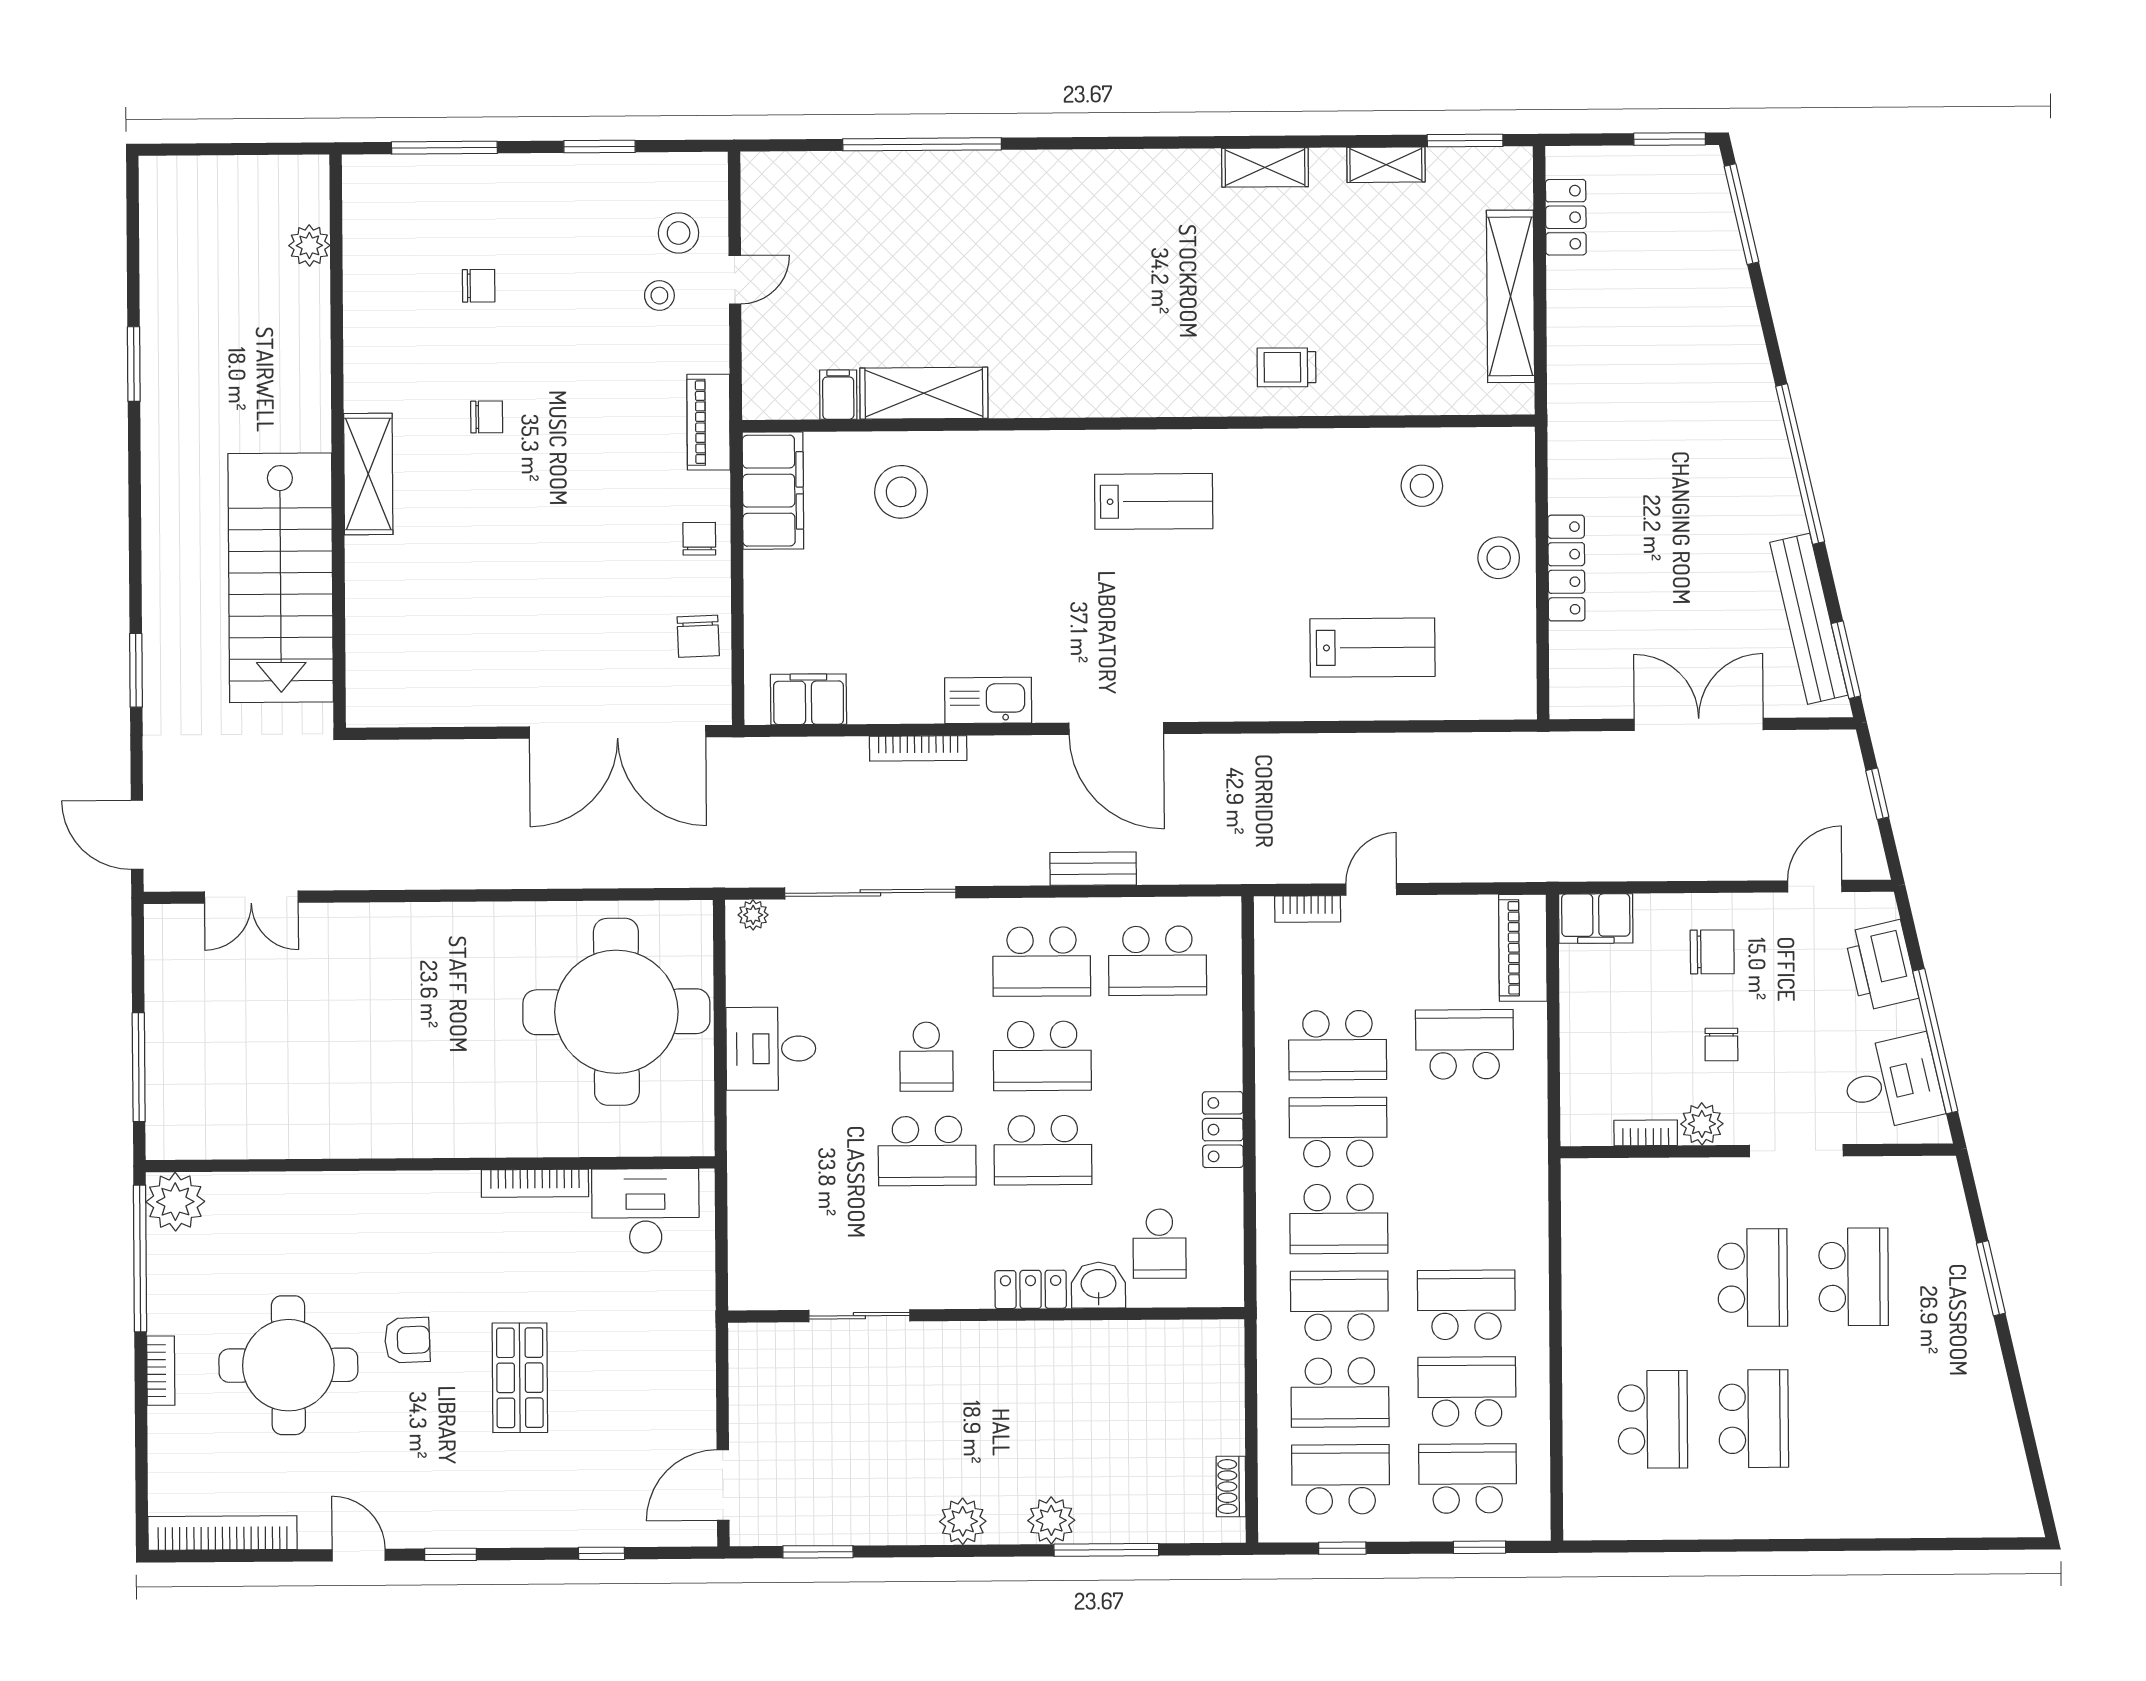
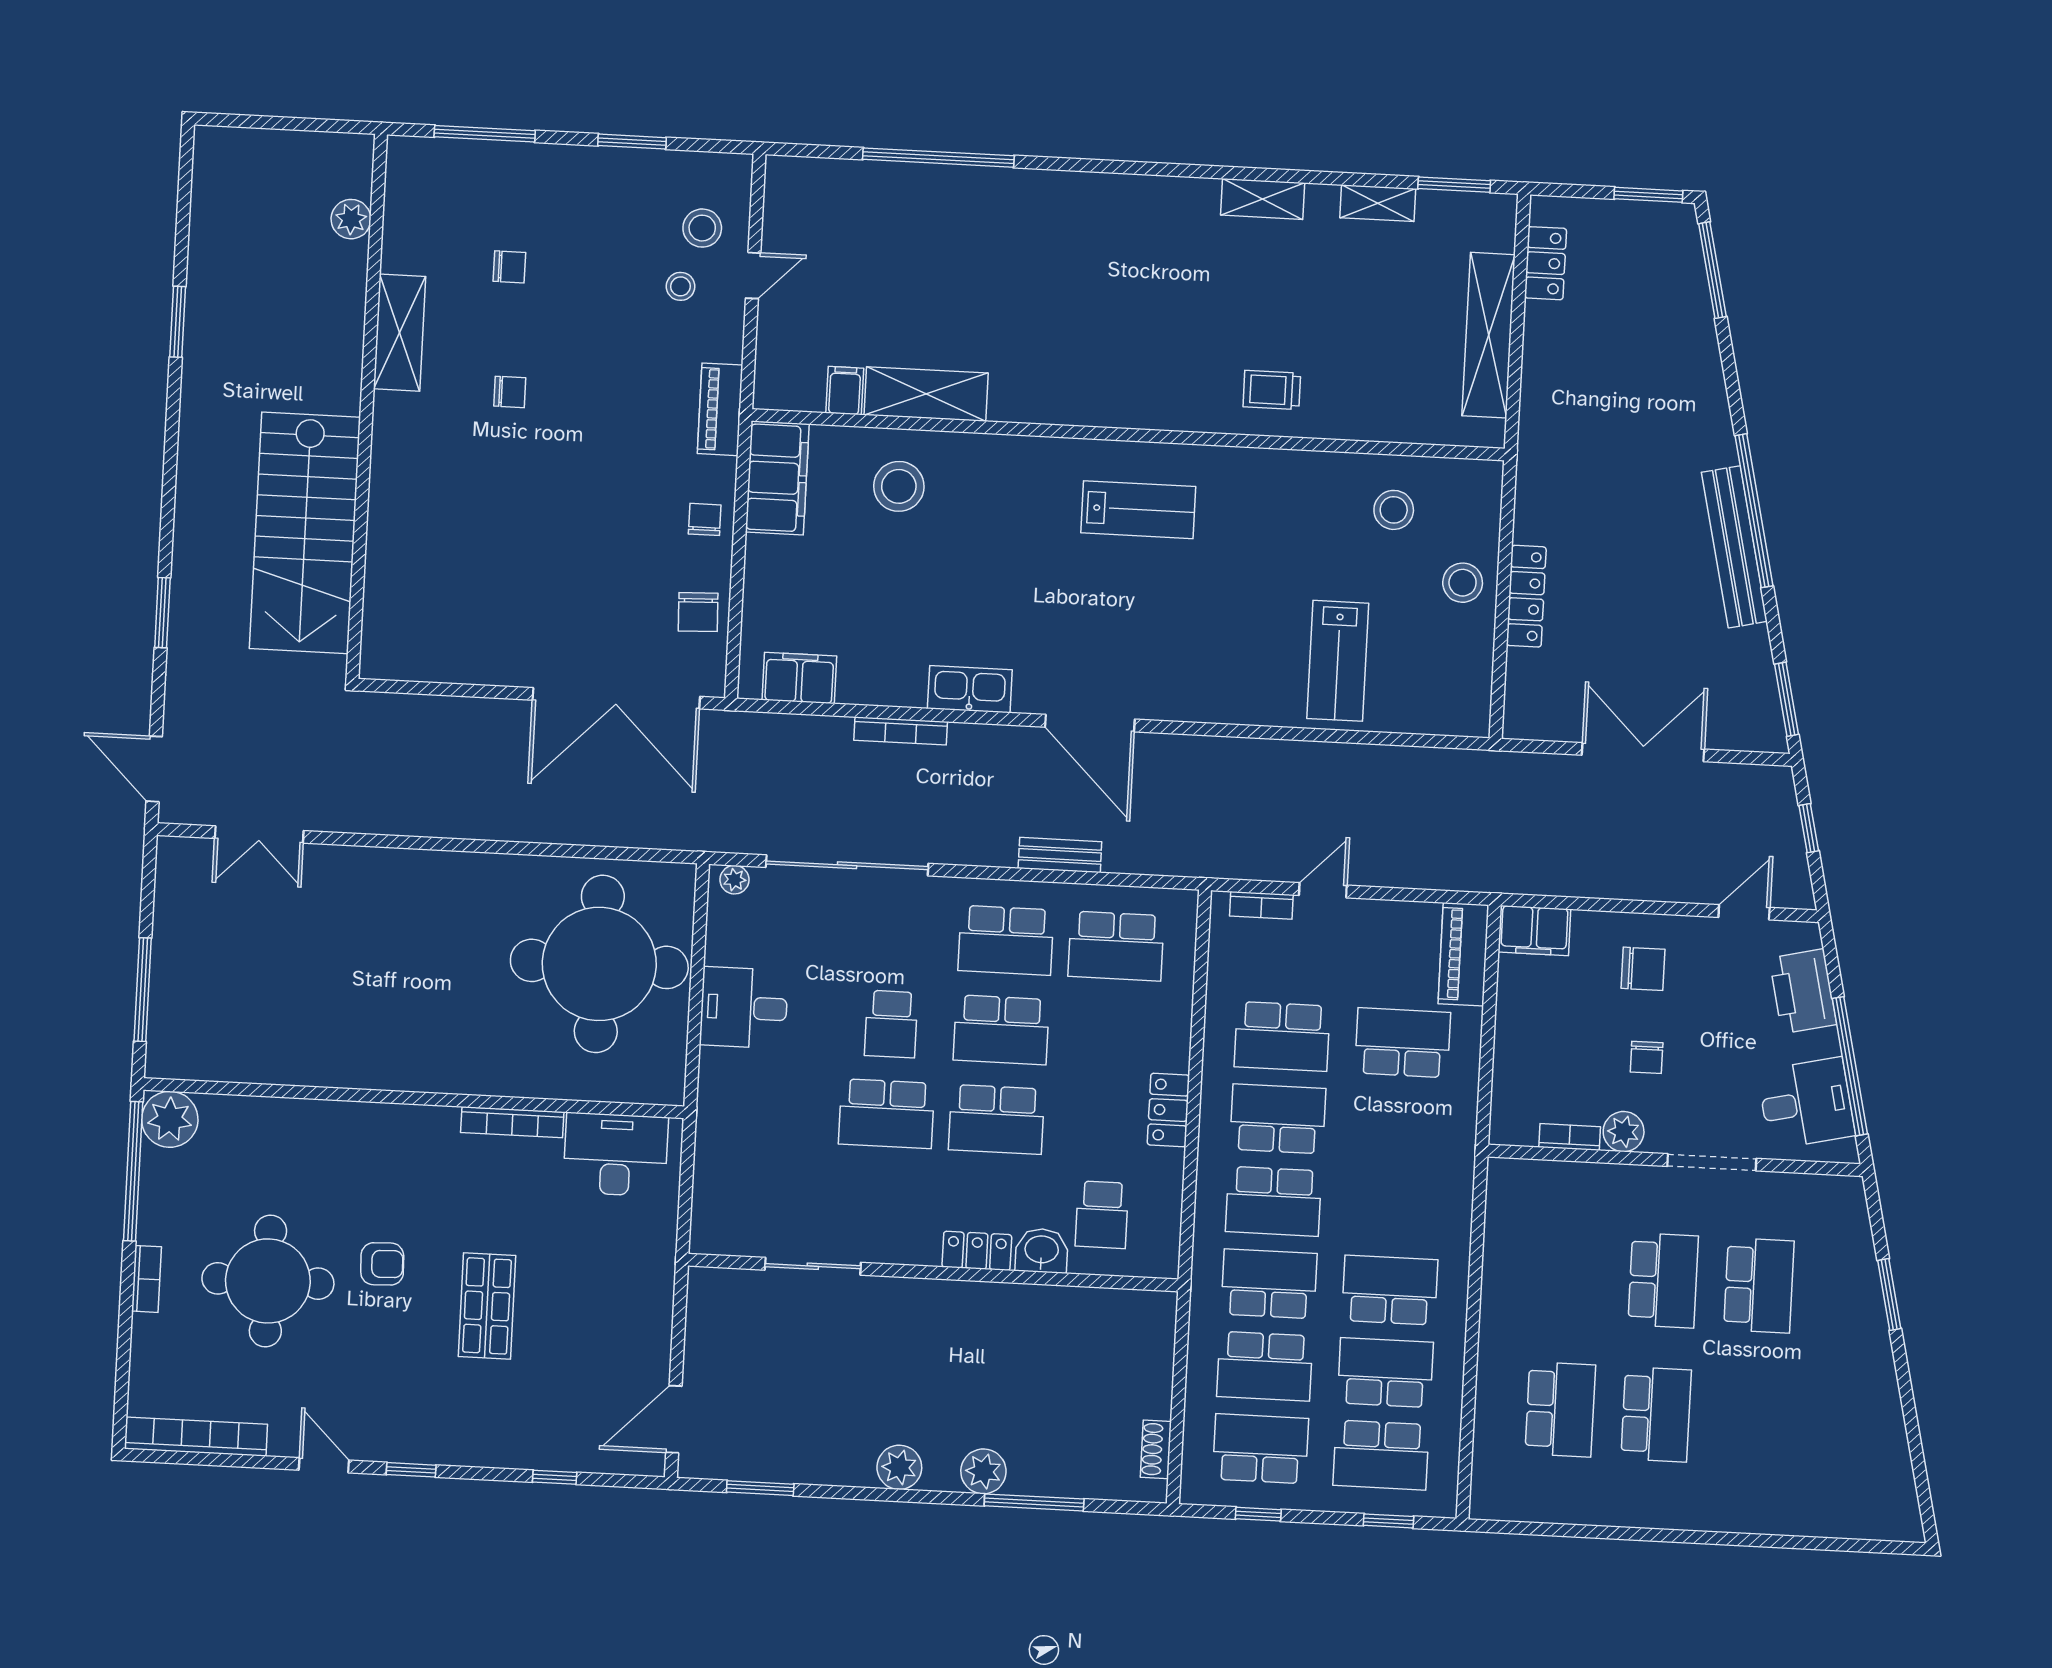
shelving: (368, 474) -> (400, 333), moved
bench: (1809, 619) -> (1734, 547), moved
lab bench: (1373, 648) -> (1338, 661), turned 90
school desk: (1468, 1478) -> (1381, 1455), turned 180

